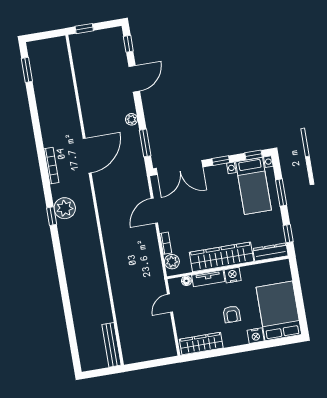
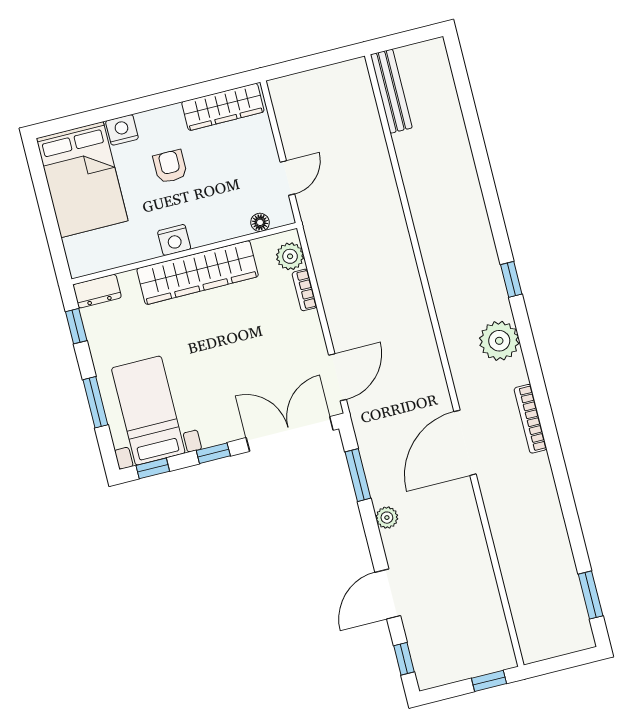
door: (154, 211) -> (337, 377), moved
window: (52, 216) -> (511, 279), moved
dresser: (270, 252) -> (97, 291), width x0.70
tv unit: (208, 278) -> (219, 230), removed

